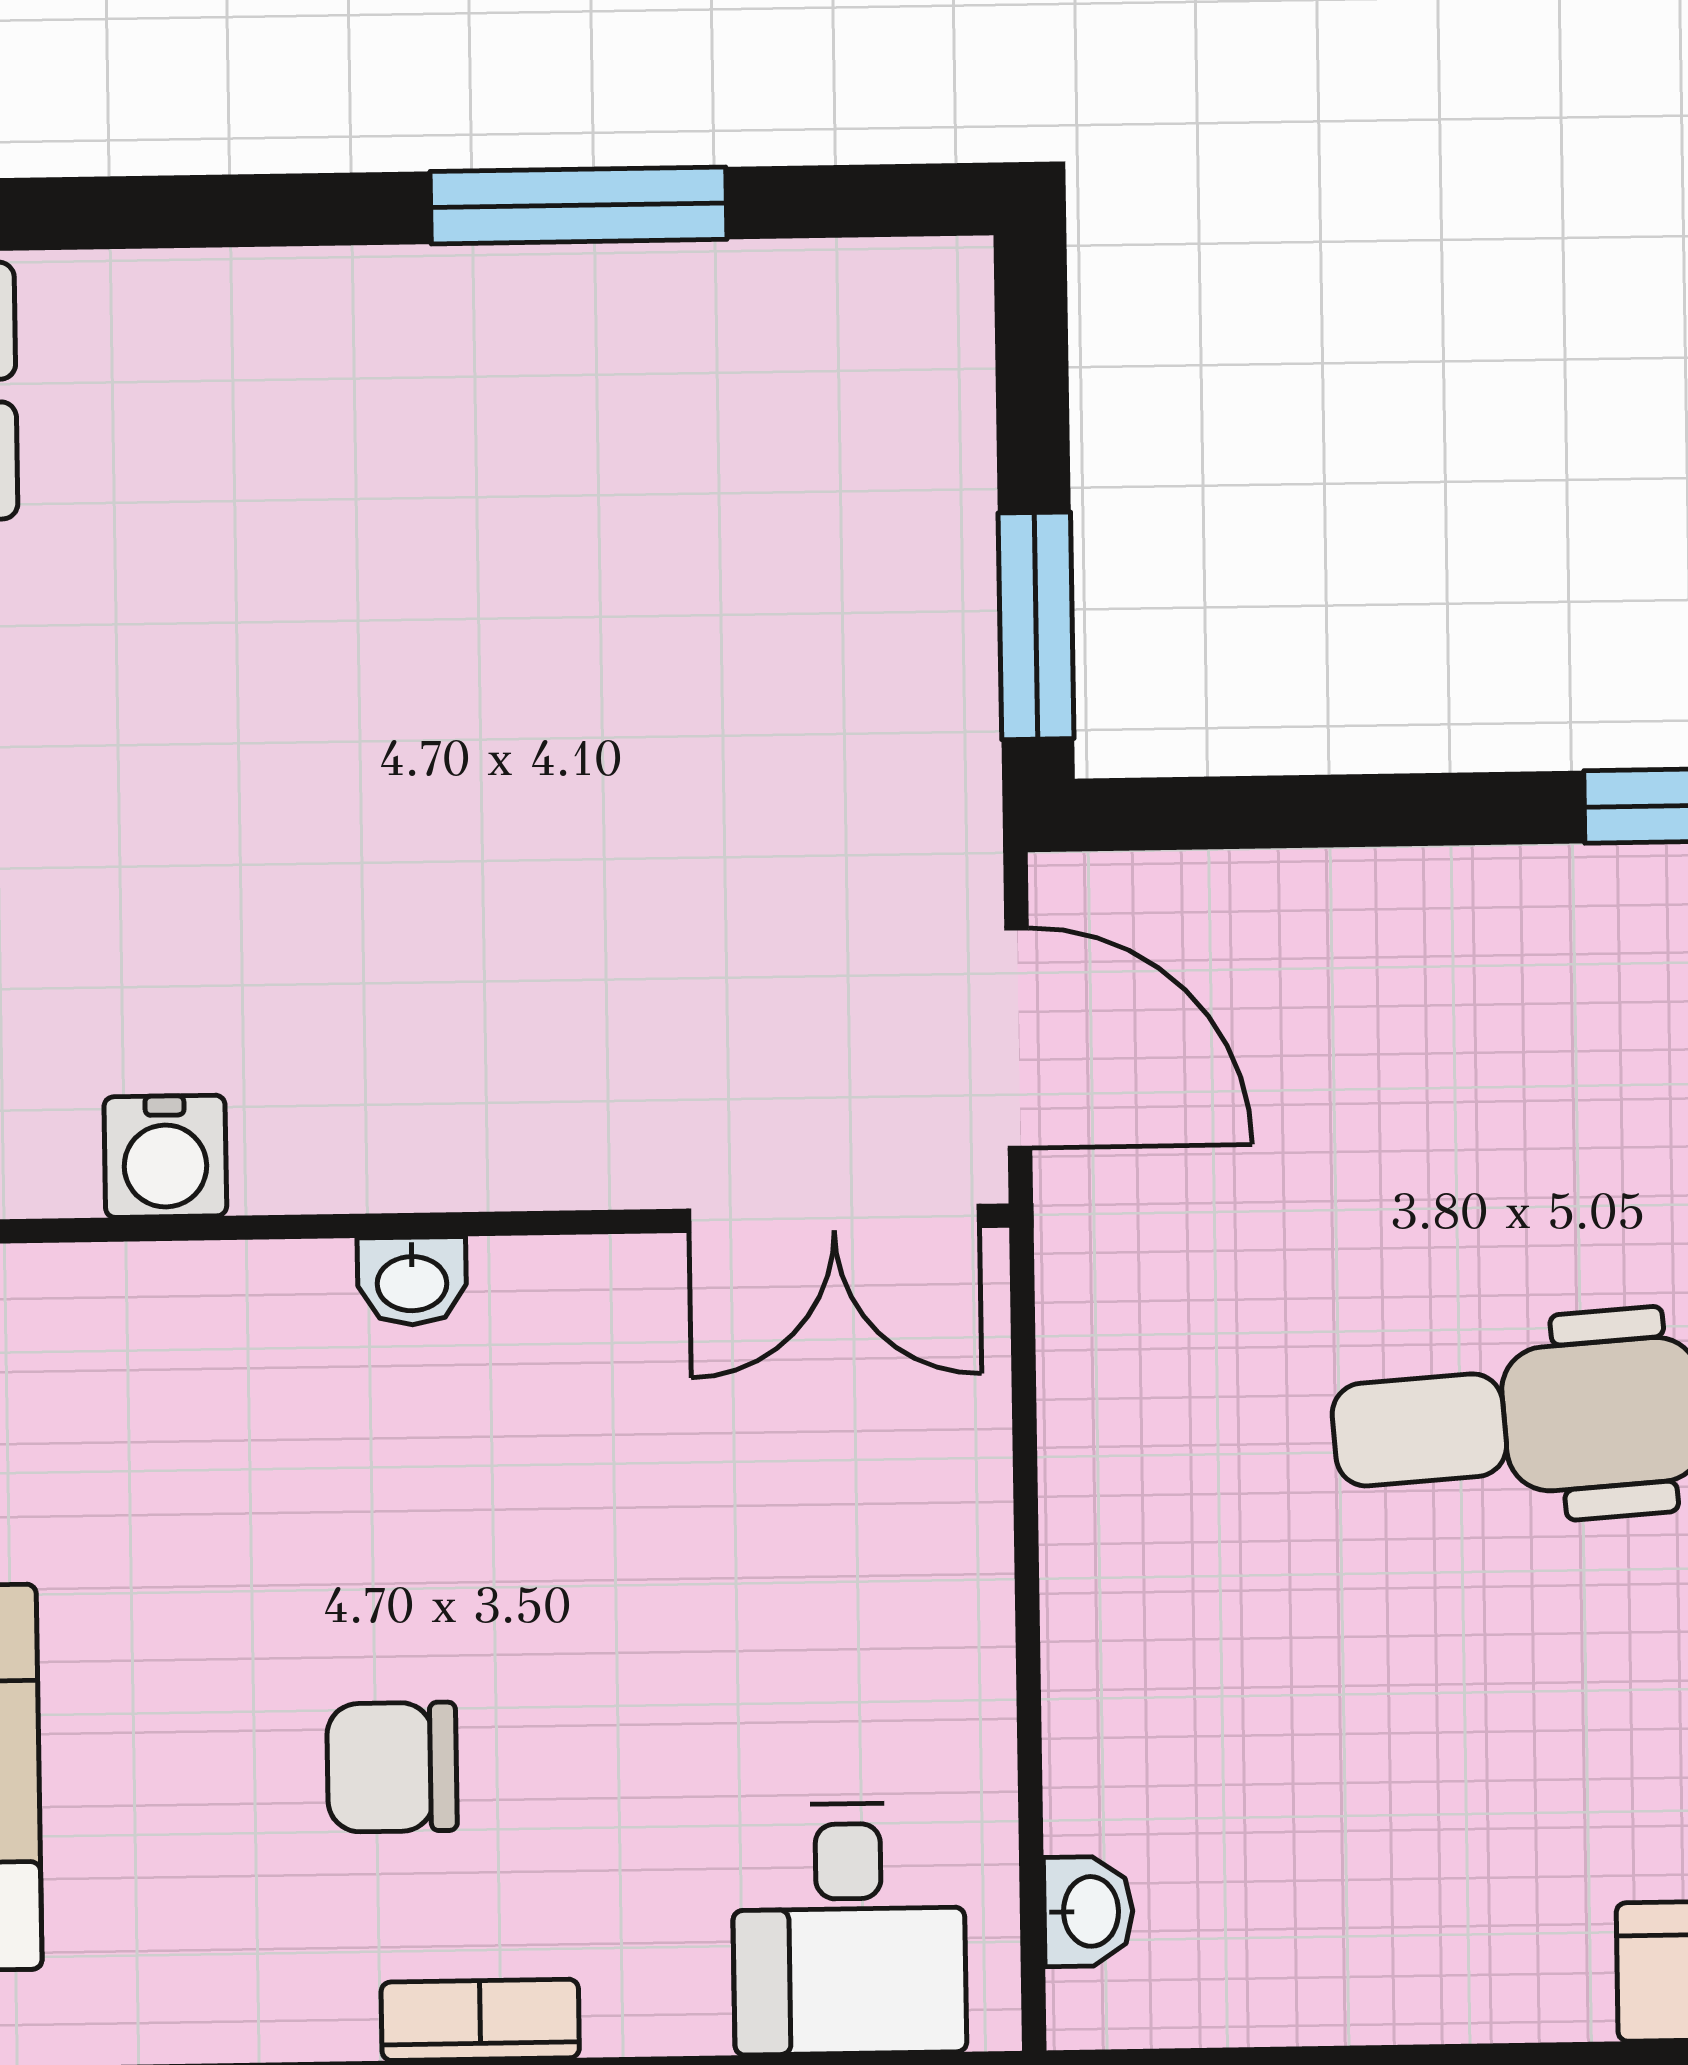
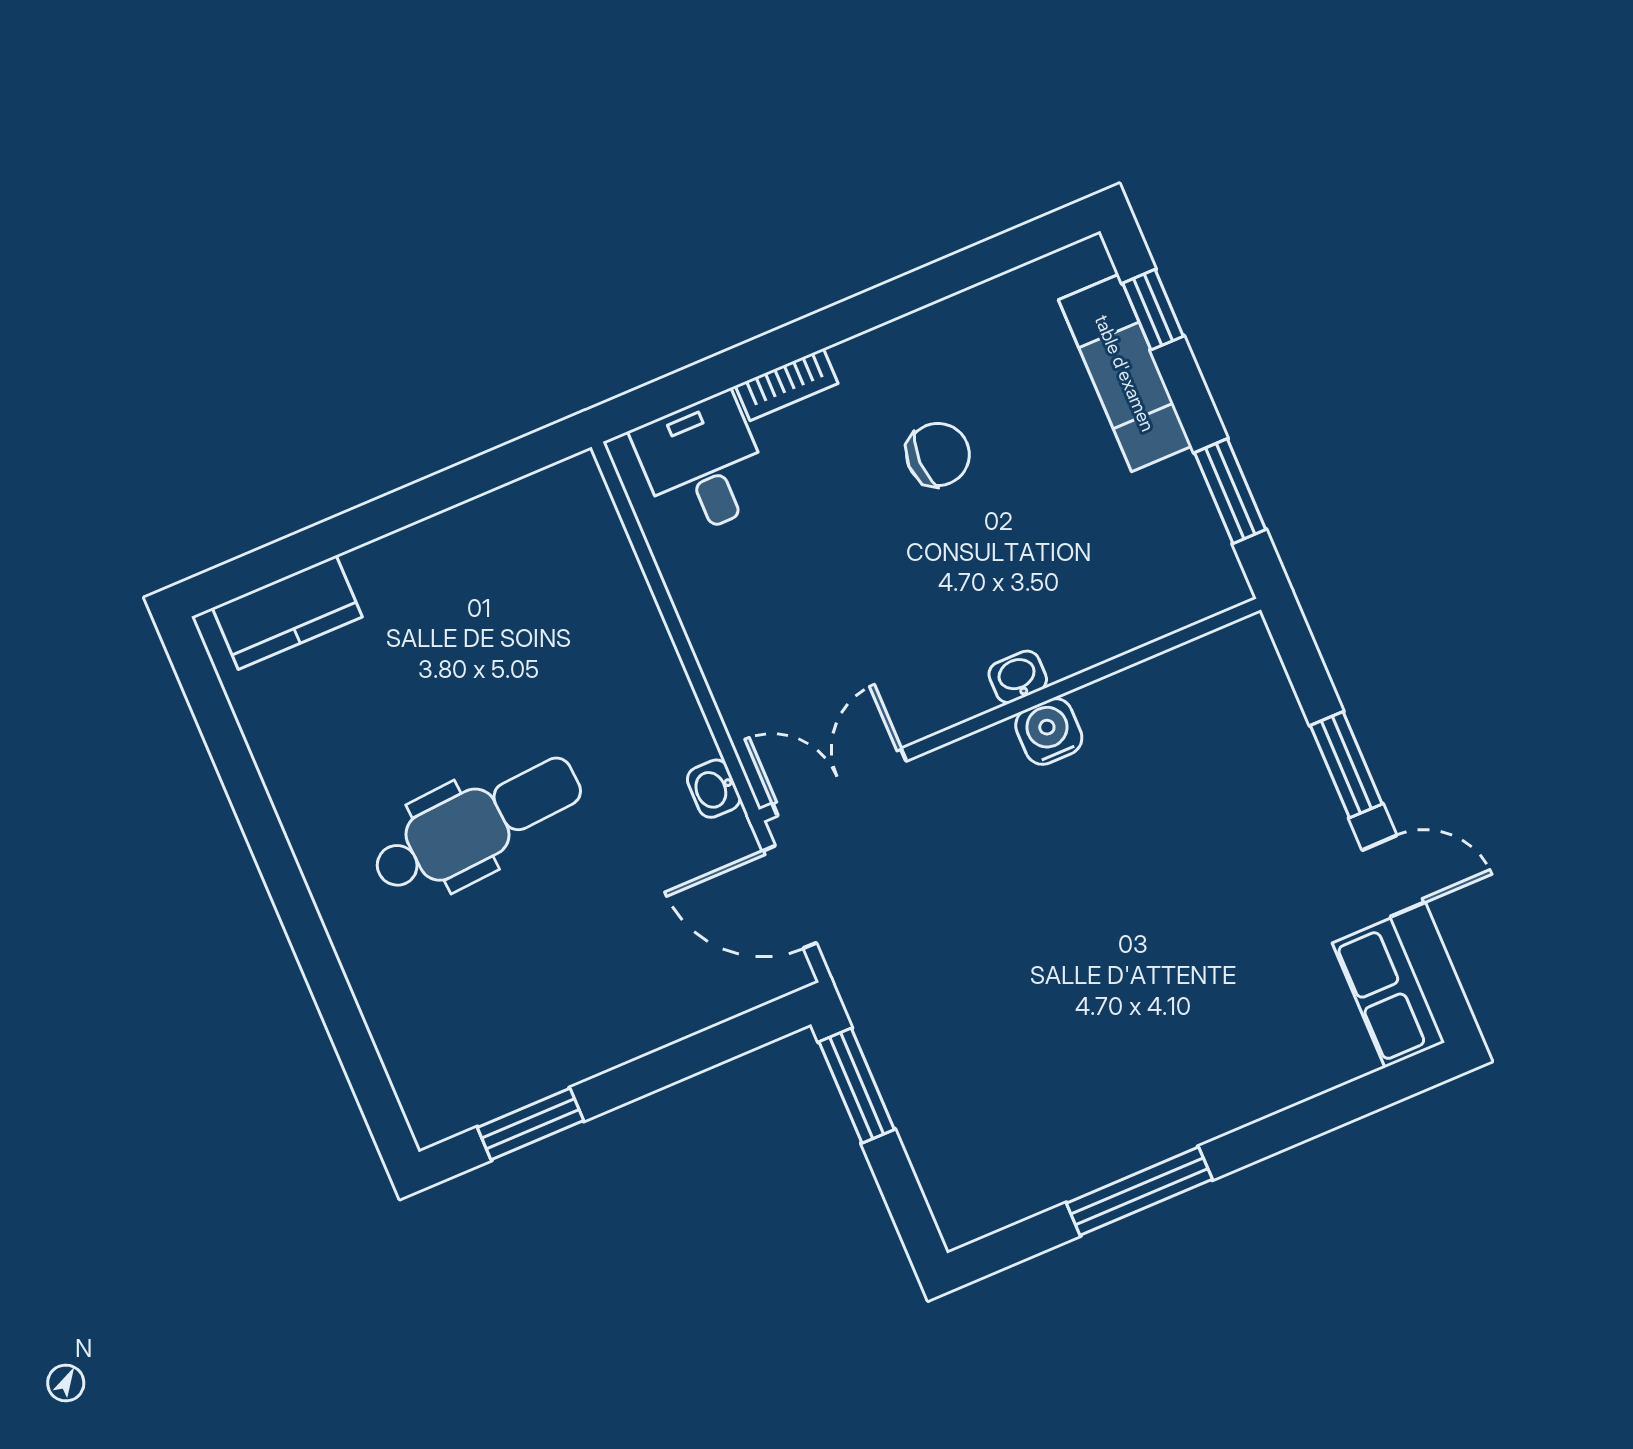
water cooler: (165, 1156) -> (1049, 731), moved
washbasin: (1088, 1911) -> (714, 789), moved
bookcase: (480, 2020) -> (787, 385), moved

